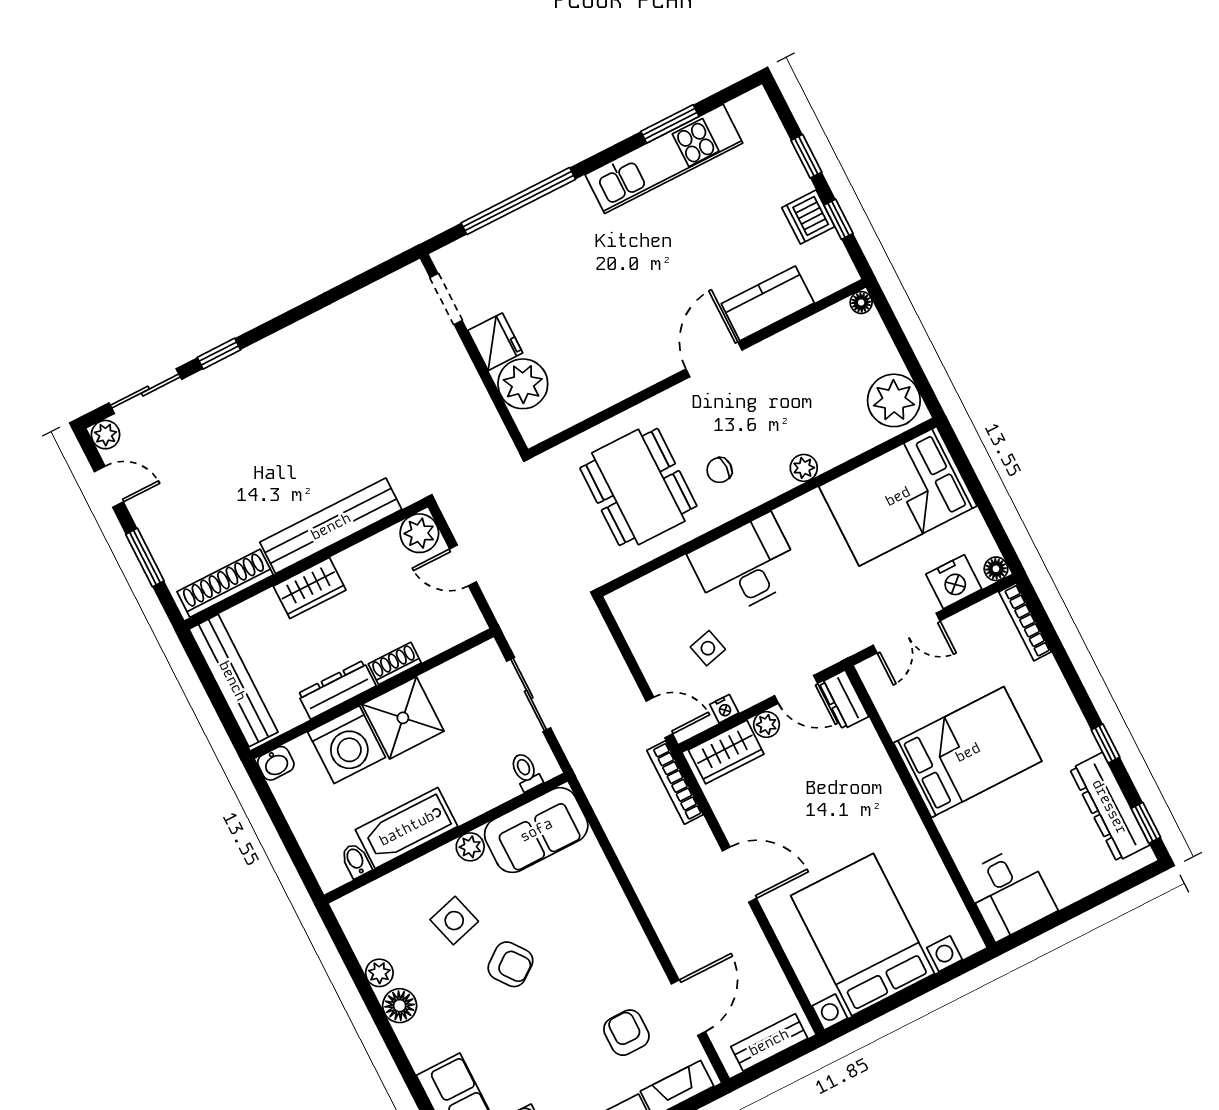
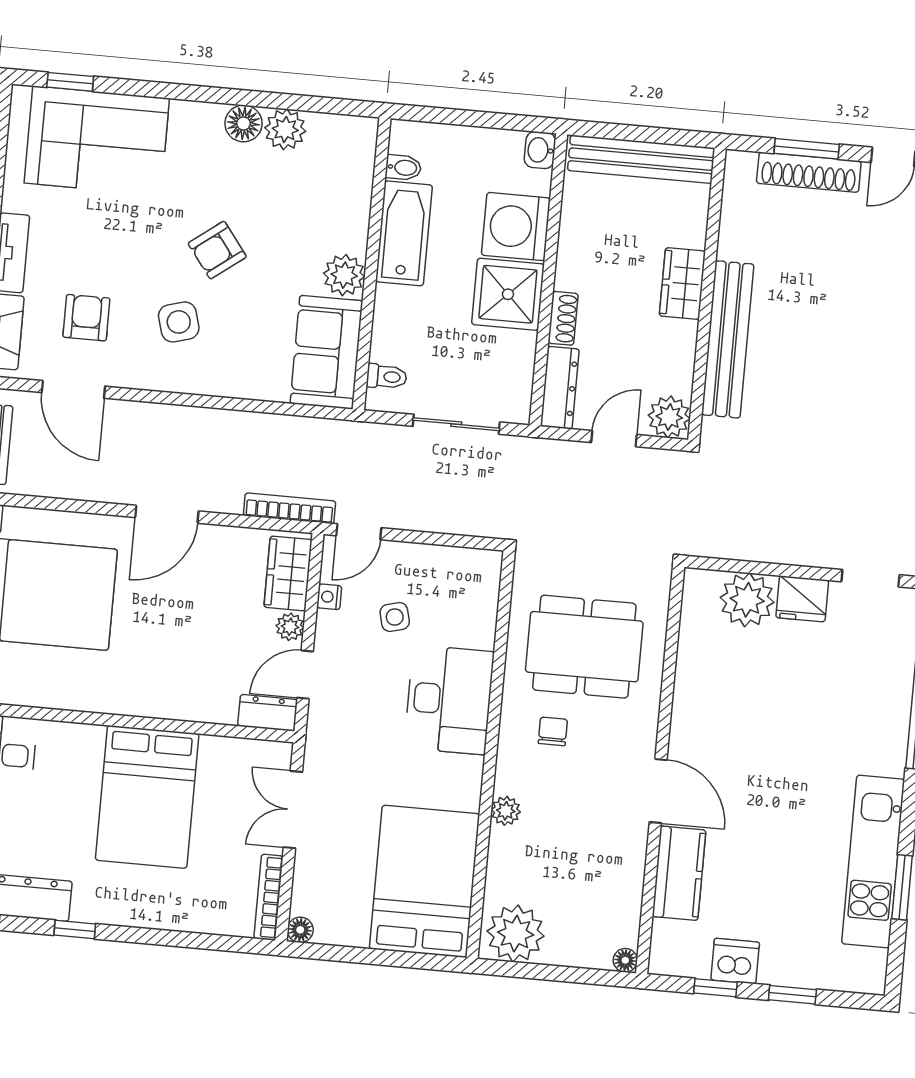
nightstand: (954, 582) -> (313, 883), removed
shoe rack: (225, 583) -> (809, 172), moved, turned 90
bookcase: (1025, 622) -> (269, 897), moved, turned -90
dresser: (337, 690) -> (560, 388), moved
plant: (470, 847) -> (344, 275), width x1.38, depth x1.38
side table: (454, 921) -> (179, 322), moved
plant: (379, 973) -> (285, 129), width x1.38, depth x1.38
armchair: (626, 1033) -> (86, 318), turned -90

